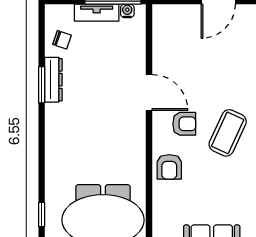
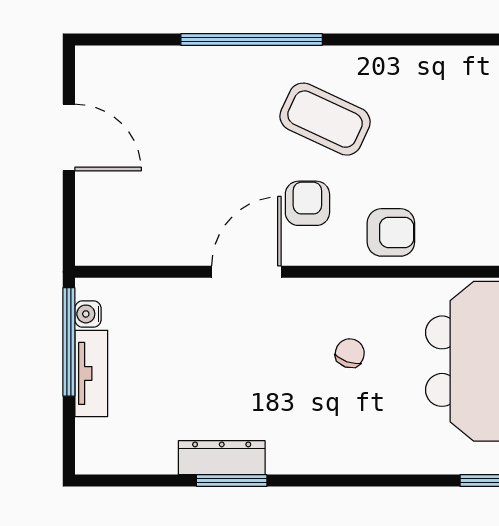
chair: (62, 40) -> (350, 353), moved

